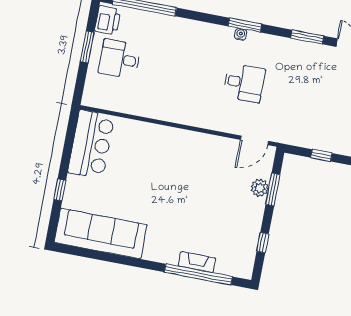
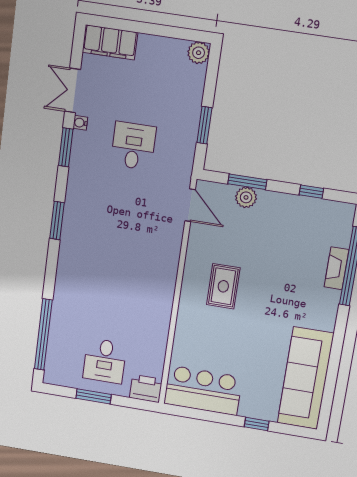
printer: (108, 20) -> (146, 389), moved
water cooler: (241, 34) -> (80, 123), moved
desk: (244, 83) -> (133, 146), moved
window: (321, 155) -> (204, 125), width x1.50
rug: (184, 166) -> (223, 286), added

